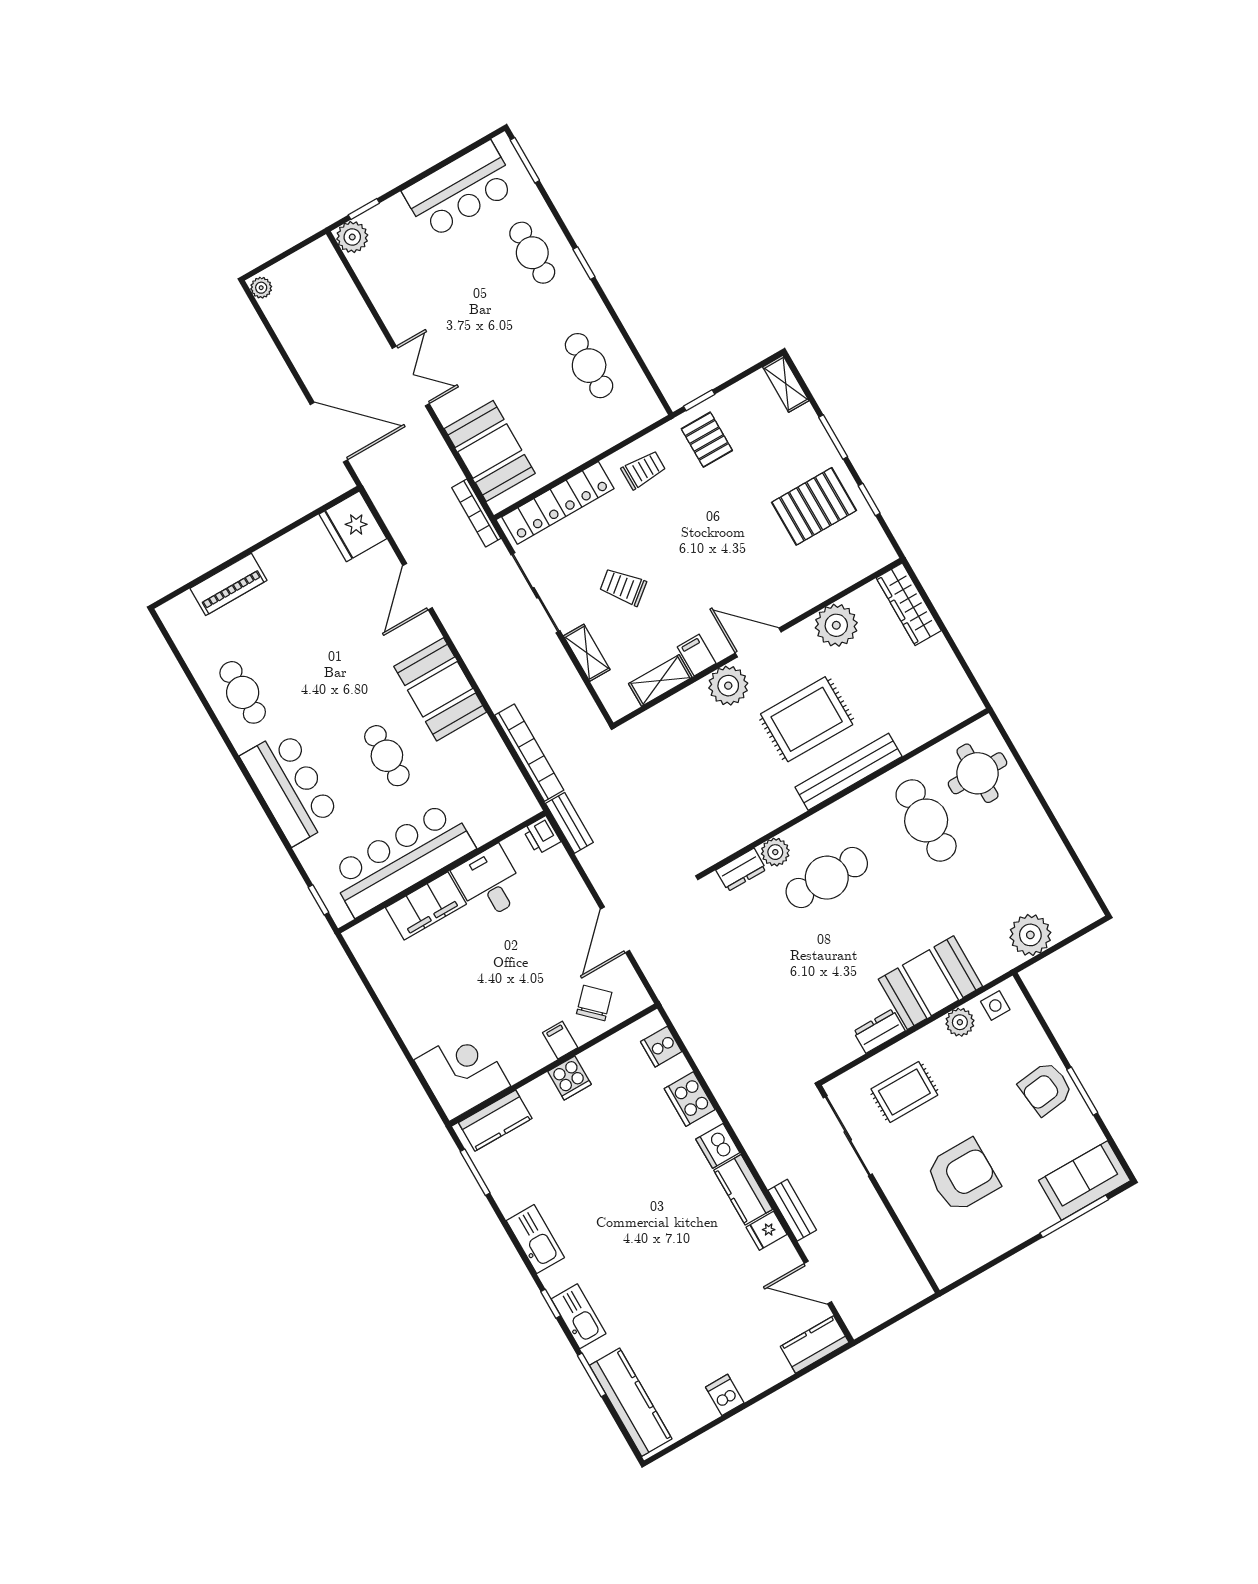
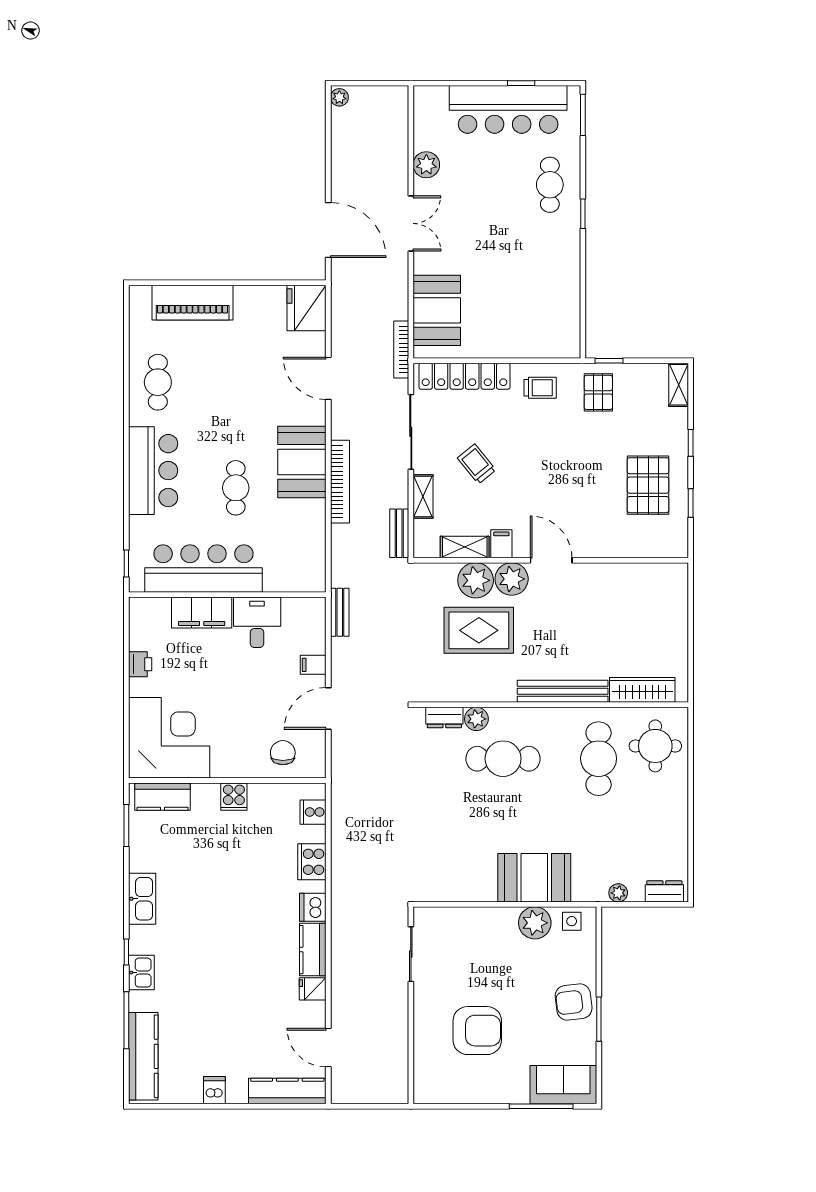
bar counter: (460, 190) -> (508, 109), width x1.36
window: (364, 209) -> (521, 83), moved
plant: (352, 237) -> (426, 165), moved
cafe table: (589, 366) -> (544, 290), removed
window: (833, 437) -> (691, 443), width x0.67
pallet: (814, 506) -> (648, 485), turned 90
piano: (228, 584) -> (193, 303), width x1.37, depth x1.33
door: (418, 587) -> (328, 378), hinge flipped
wardrobe: (909, 604) -> (642, 690), moved, turned 90
plant: (836, 625) -> (476, 580), moved
rug: (807, 719) -> (479, 630), moved
bookcase: (529, 753) -> (340, 482), moved
printer: (542, 835) -> (140, 664), moved, turned 180
plant: (1030, 935) -> (618, 893), width x0.53, depth x0.53
chair: (594, 1003) -> (283, 753), turned -44
plant: (960, 1022) -> (535, 923), width x1.36, depth x1.36
dresser: (879, 1031) -> (664, 891), moved
filing cabinet: (560, 1040) -> (313, 665), moved, turned -90
corner desk: (462, 1073) -> (169, 738), width x1.36, depth x1.36
rug: (904, 1092) -> (470, 946), removed
sliding door: (848, 1136) -> (411, 954), width x0.73
bench: (792, 1210) -> (399, 533), moved
kitchen sink: (579, 1316) -> (141, 973), width x0.73
kitchen counter: (815, 1344) -> (287, 1091), width x1.50
window: (592, 1375) -> (126, 1020), width x1.44

